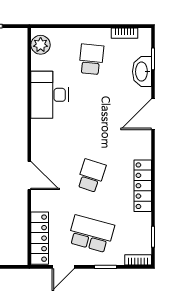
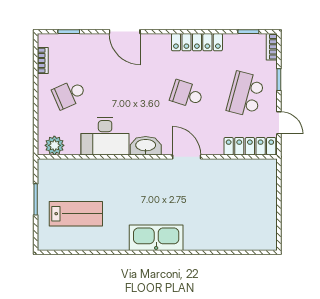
school desk: (91, 59) -> (69, 94), turned -30
washbasin: (142, 72) -> (146, 146), moved, turned 180
door: (29, 175) -> (187, 157), hinge flipped

